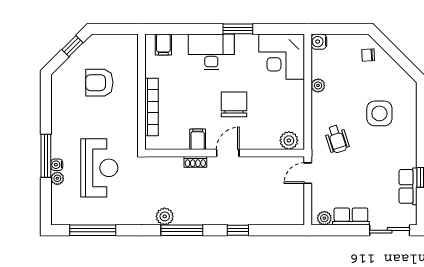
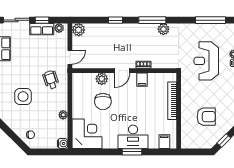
window: (238, 29) -> (132, 152), moved
chair: (234, 104) -> (103, 102), moved
plant: (289, 140) -> (102, 79), moved
plant: (295, 215) -> (79, 30), added
window: (350, 230) -> (42, 20), added

